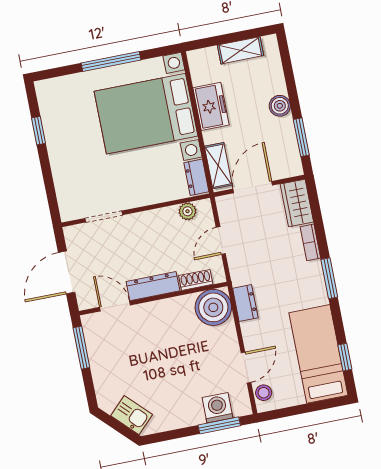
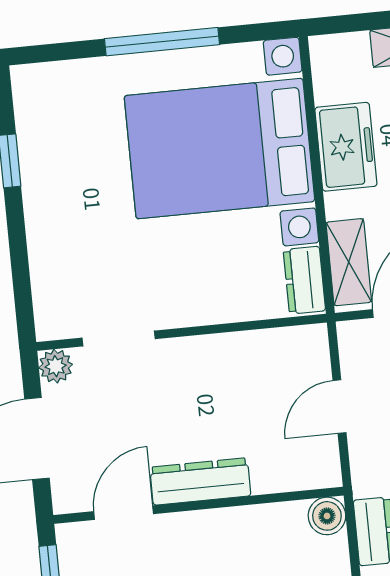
plant: (188, 211) -> (56, 366), moved
shoe rack: (196, 280) -> (284, 478), removed
door: (115, 306) -> (124, 513), hinge flipped
boiler: (213, 307) -> (327, 516), width x0.54, depth x0.54

